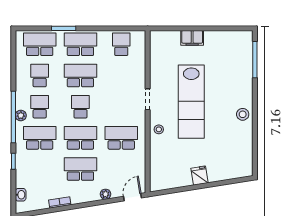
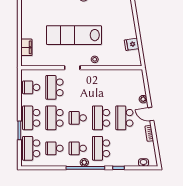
filing cabinet: (192, 38) -> (26, 47), moved
lab bench: (191, 102) -> (74, 35), turned 180
school desk: (121, 138) -> (54, 87), moved
fridge: (199, 176) -> (132, 44), moved
door: (132, 197) -> (151, 114), moved

